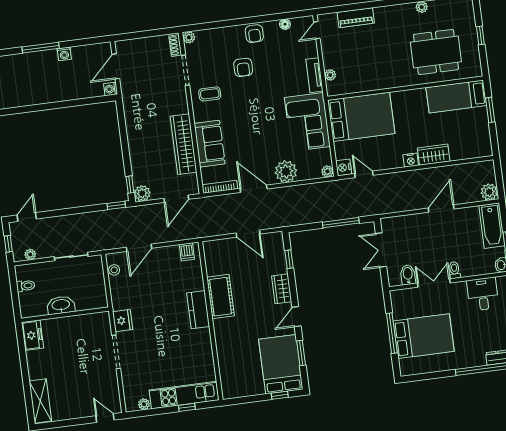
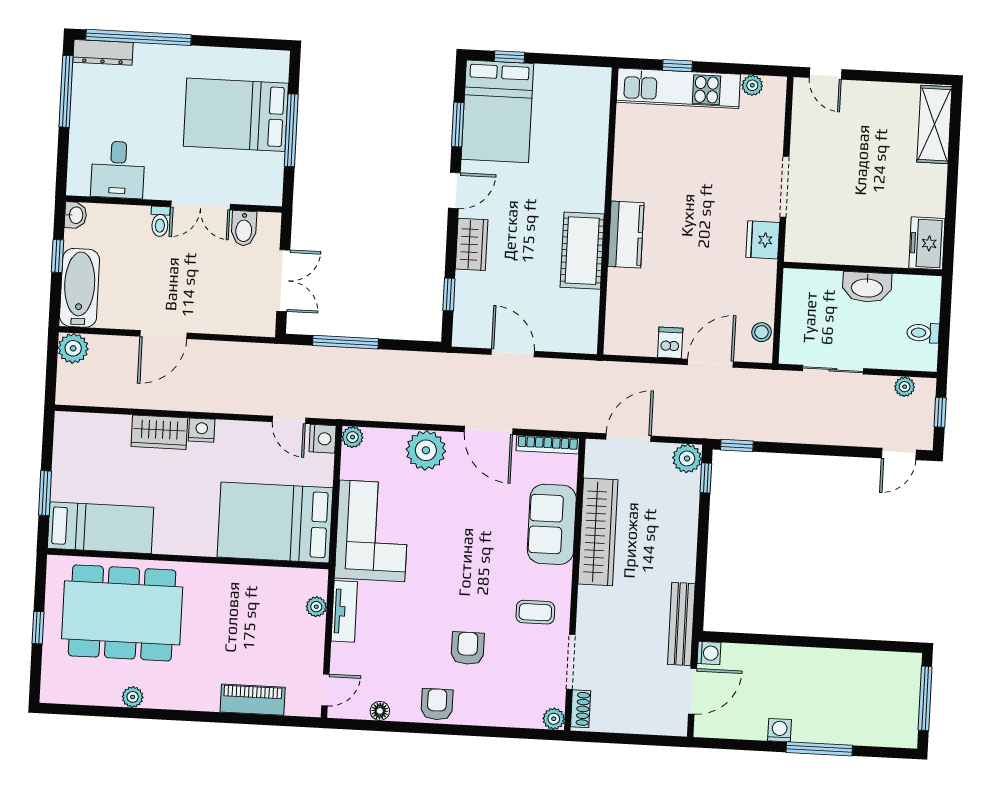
dining table: (436, 52) -> (122, 613), width x1.36, depth x1.24
bench: (129, 102) -> (681, 624), added
dishwasher: (187, 252) -> (670, 343), moved

